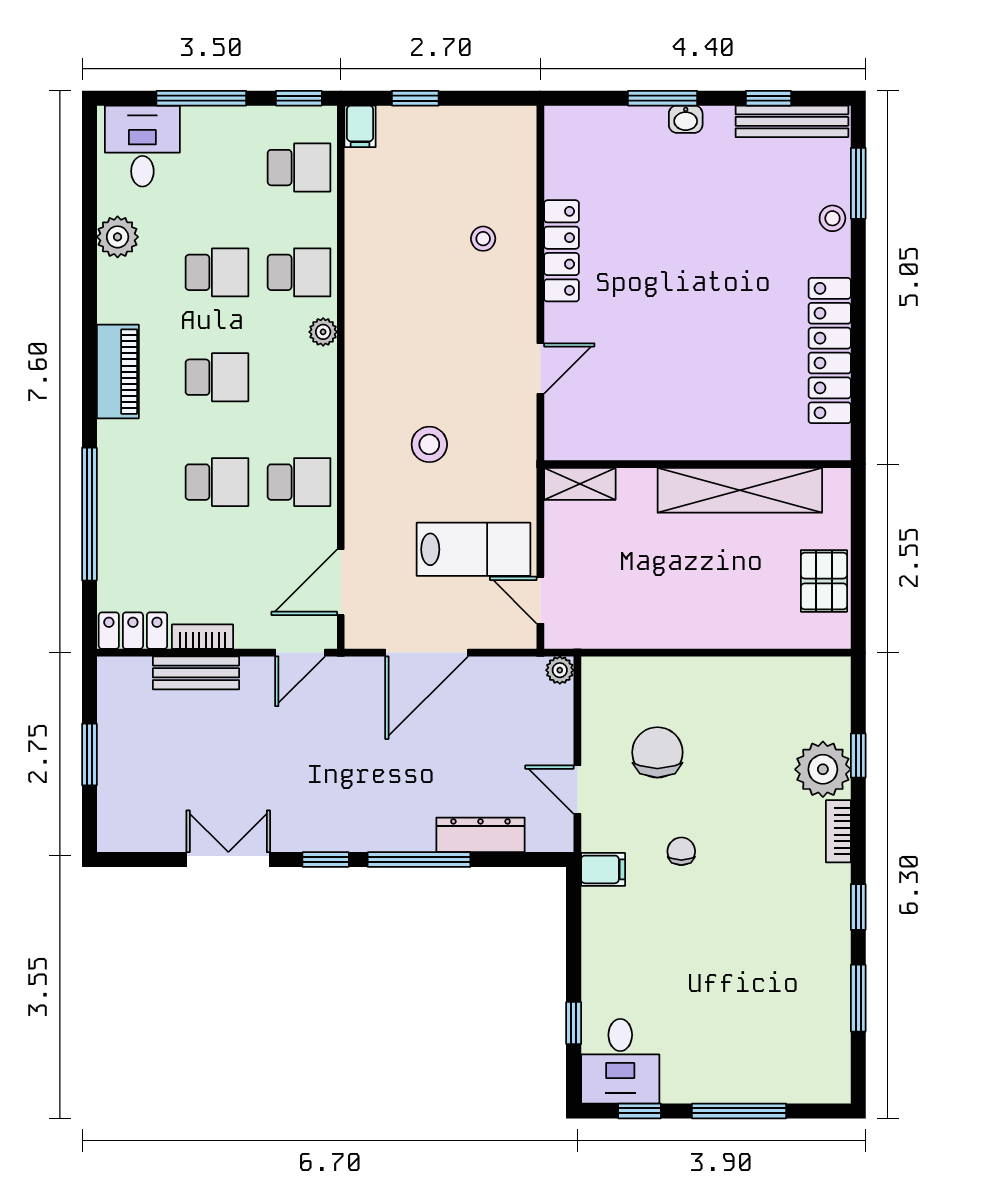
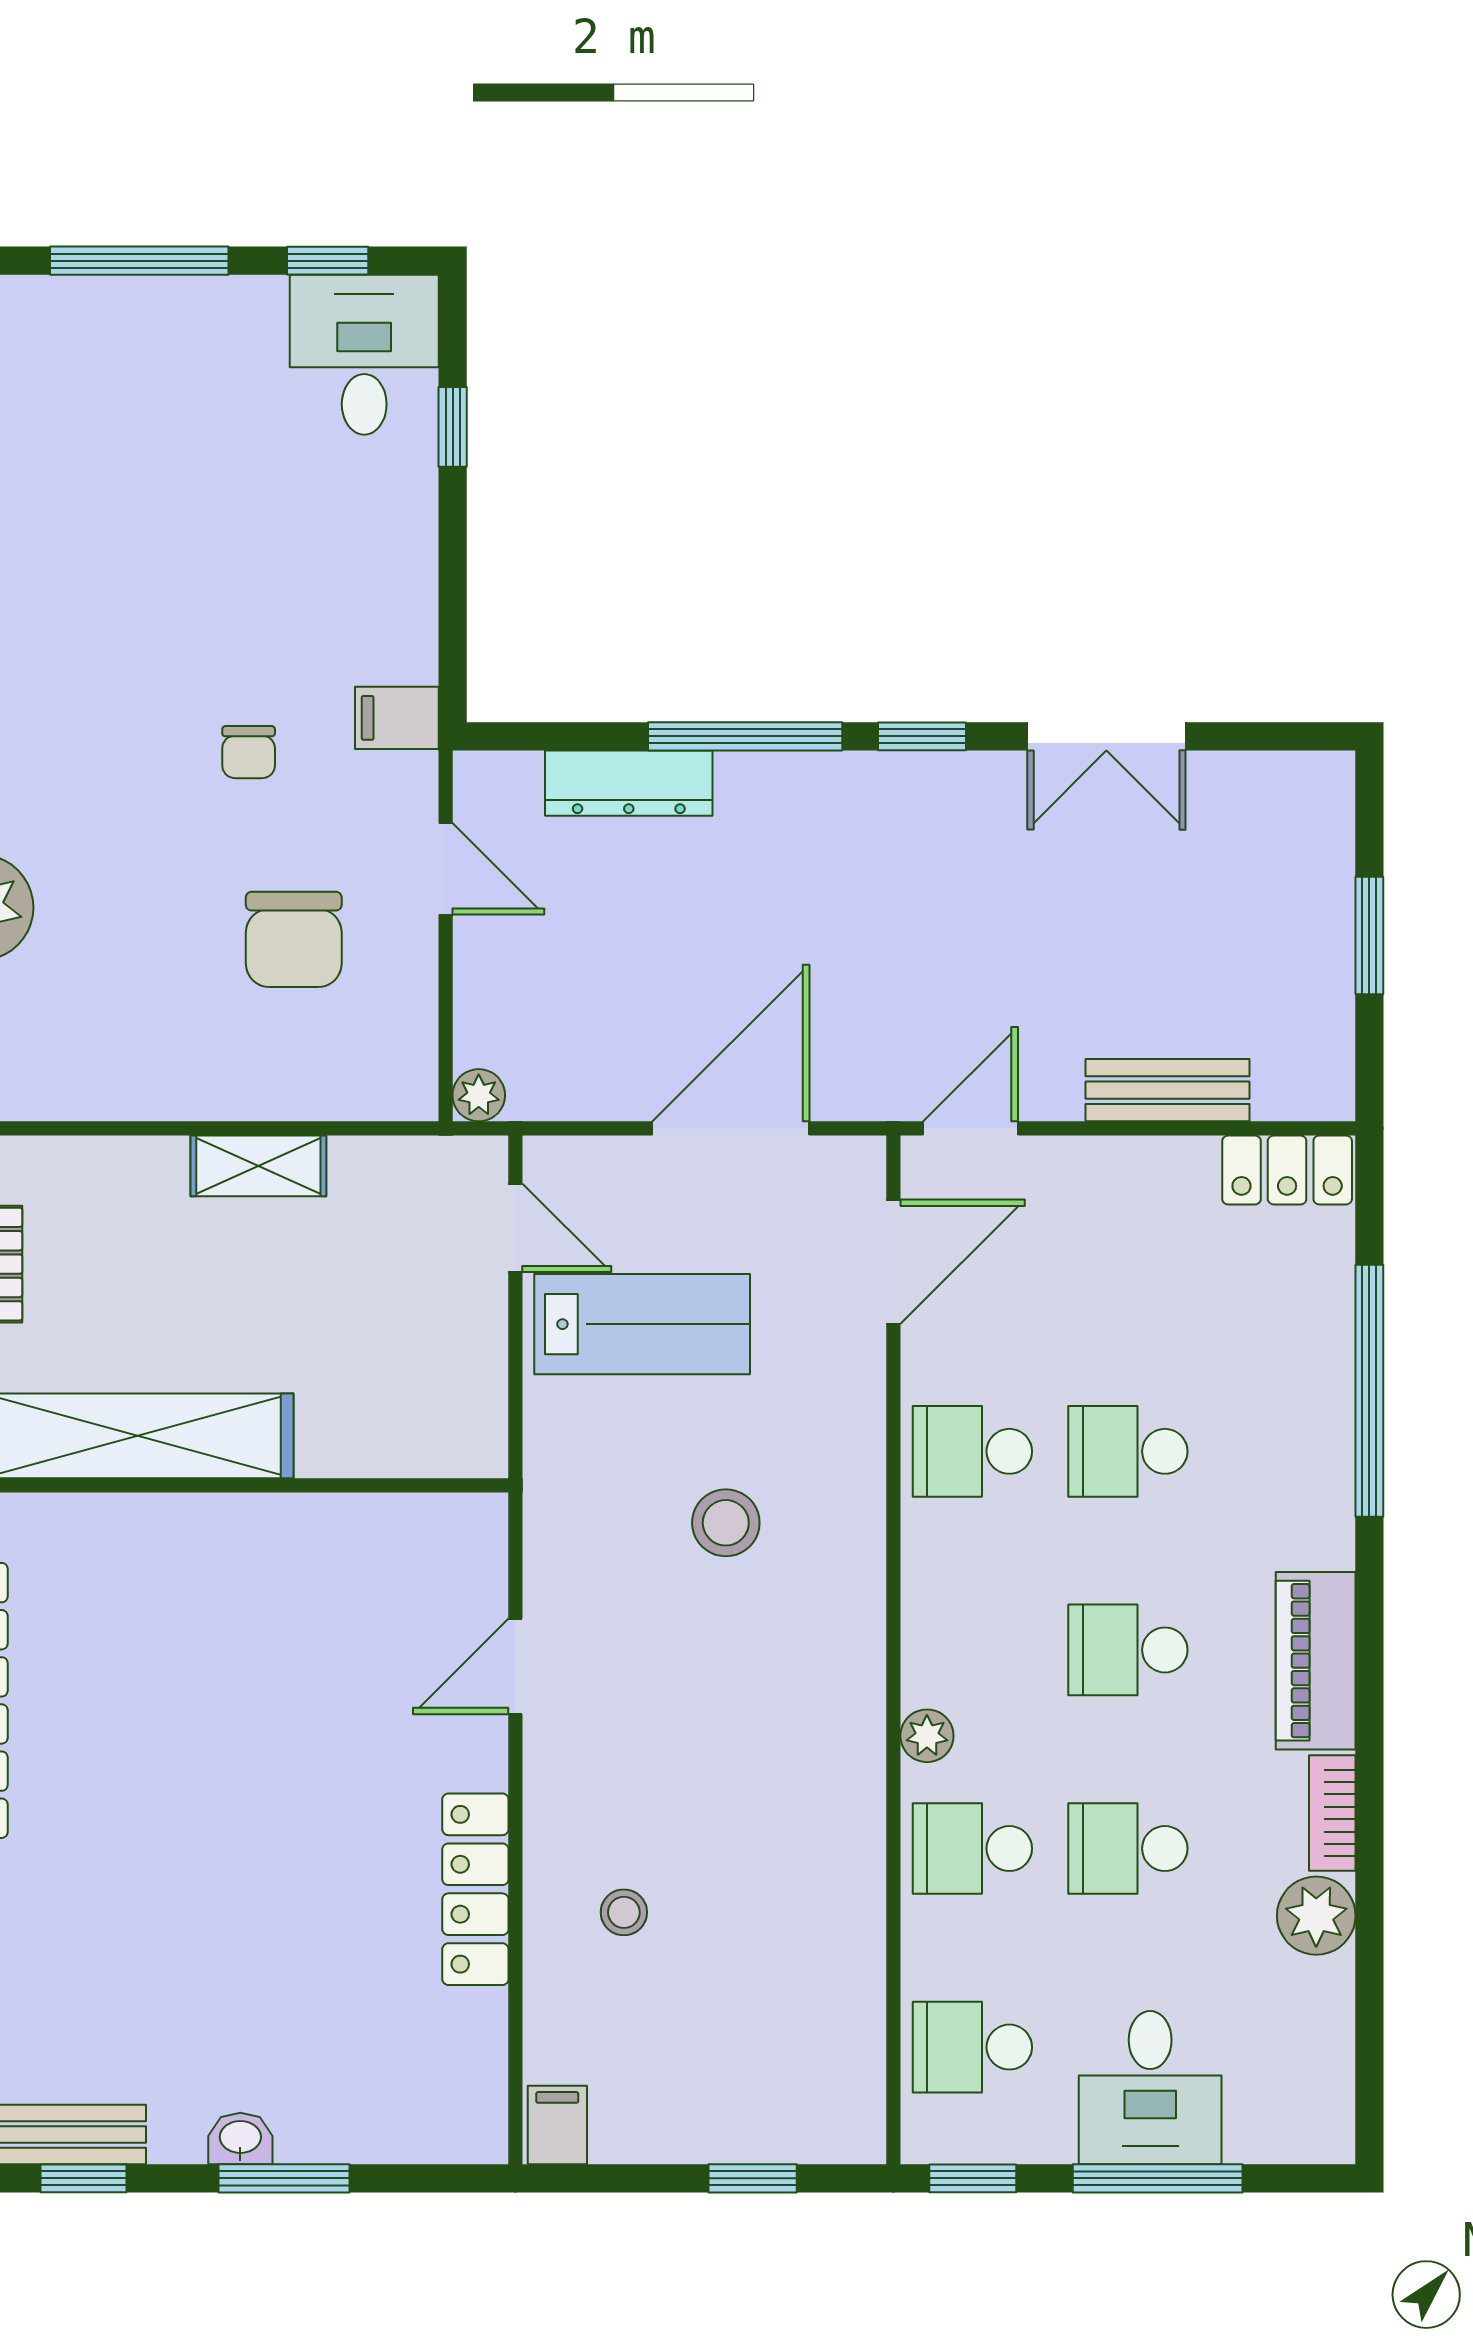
filing cabinet: (360, 126) -> (557, 2125), moved
desk: (142, 146) -> (1150, 2088), moved
shelving: (580, 484) -> (258, 1166), moved
lab bench: (473, 549) -> (642, 1324), turned 180
bookcase: (203, 637) -> (1332, 1813), moved, turned 90

